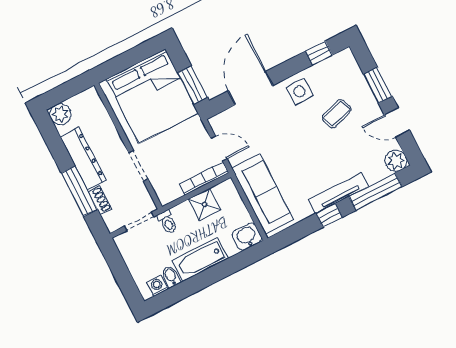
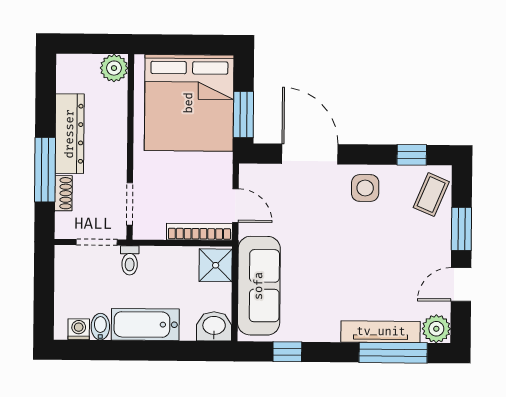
door: (251, 88) -> (310, 154), hinge flipped
plant: (60, 114) -> (114, 68), moved
coffee table: (337, 114) -> (431, 195), moved, turned -48
door: (397, 123) -> (461, 284), hinge flipped
doorway: (138, 166) -> (130, 204), moved
tv unit: (339, 193) -> (381, 332), moved
shower: (205, 204) -> (216, 265), moved
window: (329, 215) -> (287, 352), moved

